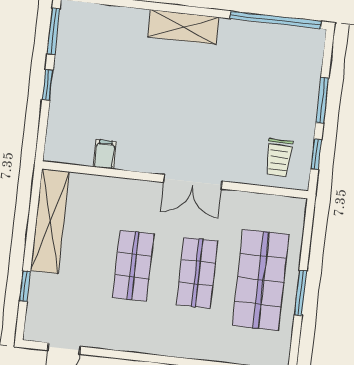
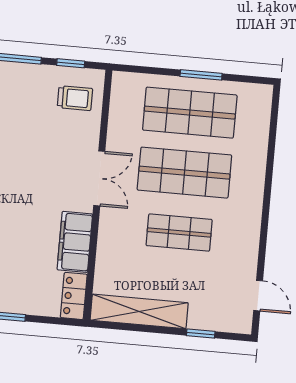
locker: (68, 152) -> (74, 296), added
filing cabinet: (105, 154) -> (75, 242), width x3.00, depth x1.17
shop shelf: (197, 273) -> (184, 173), width x1.43, depth x1.36

